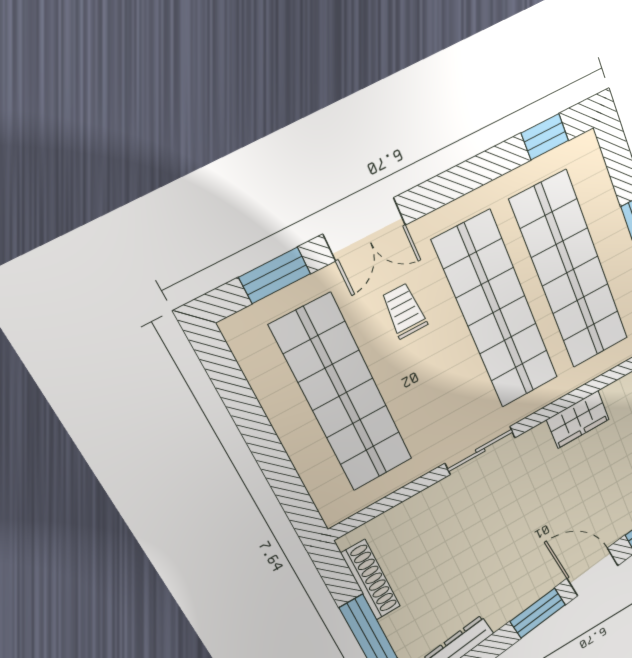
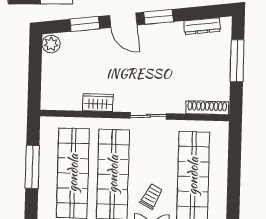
trolley: (404, 311) -> (151, 196), turned -152
shoe rack: (371, 580) -> (207, 108), moved, turned 90

